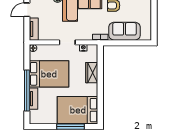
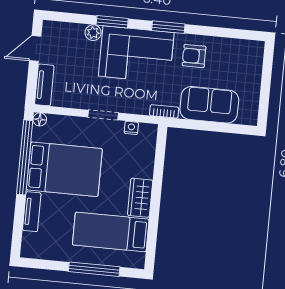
wardrobe: (92, 73) -> (140, 198), moved
window: (27, 91) -> (25, 157), moved
bed: (78, 110) -> (111, 232), width x0.67

